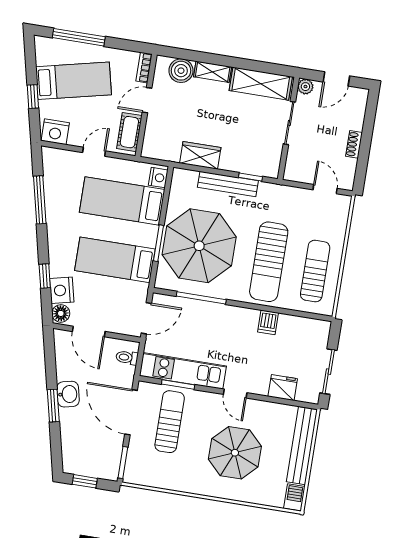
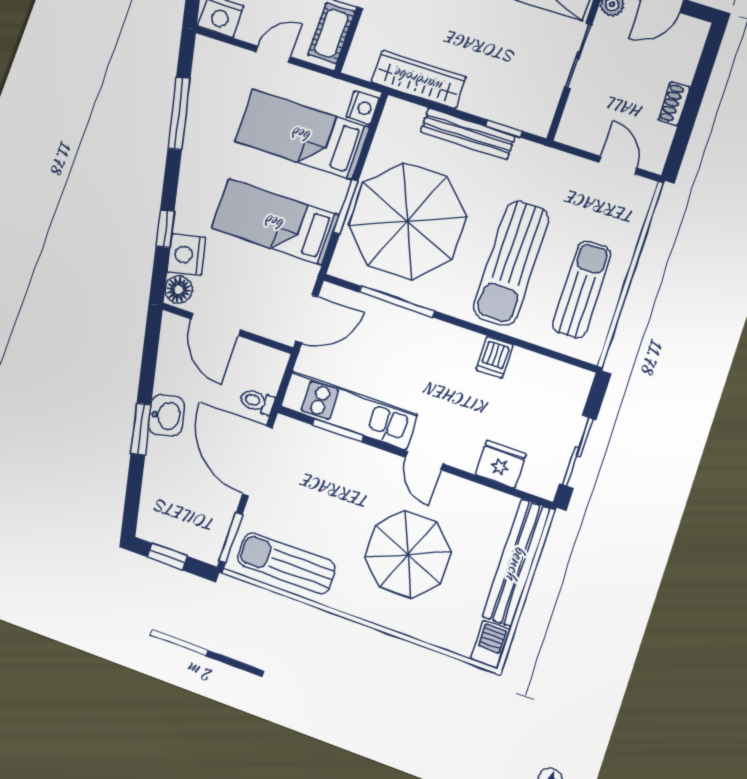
wardrobe: (200, 155) -> (419, 80), width x1.50
toilet: (127, 358) -> (257, 402), moved
sun lounger: (170, 422) -> (286, 563), moved, turned -90

